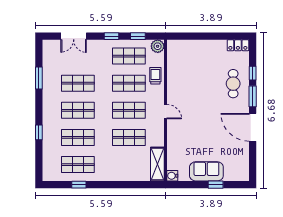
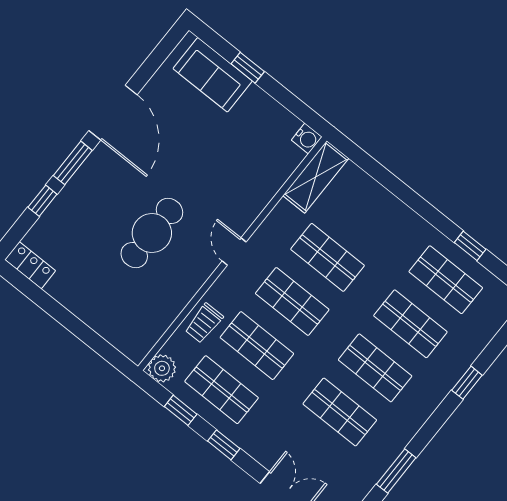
cafe table: (233, 84) -> (152, 233), moved, width x1.37, depth x1.35
sofa: (206, 171) -> (213, 75), moved

